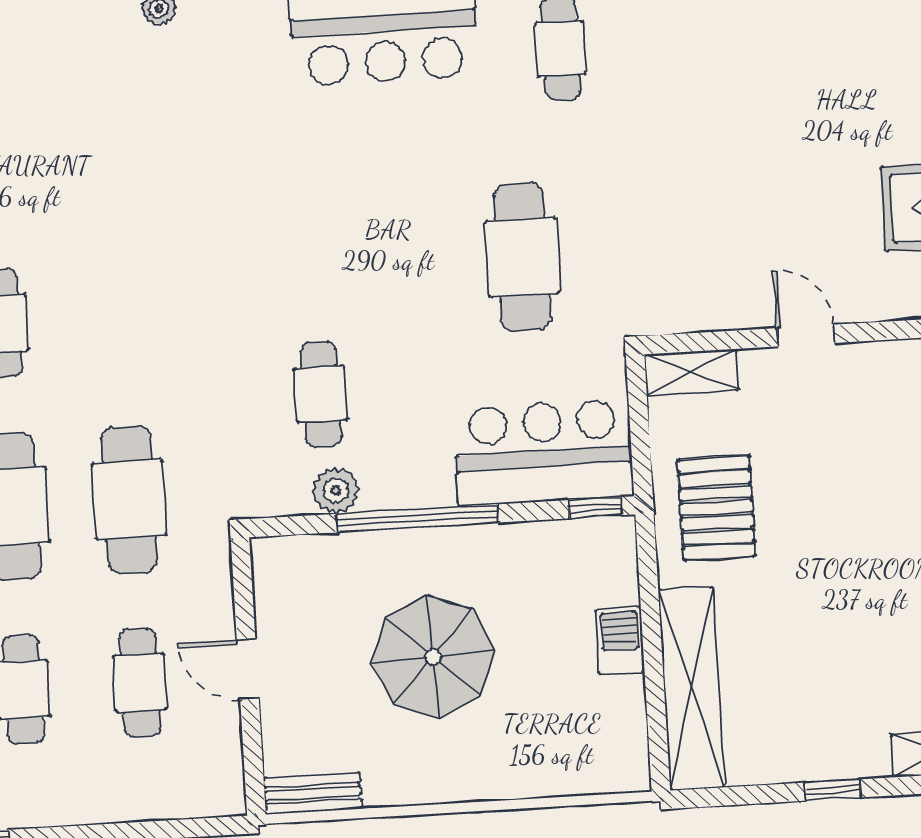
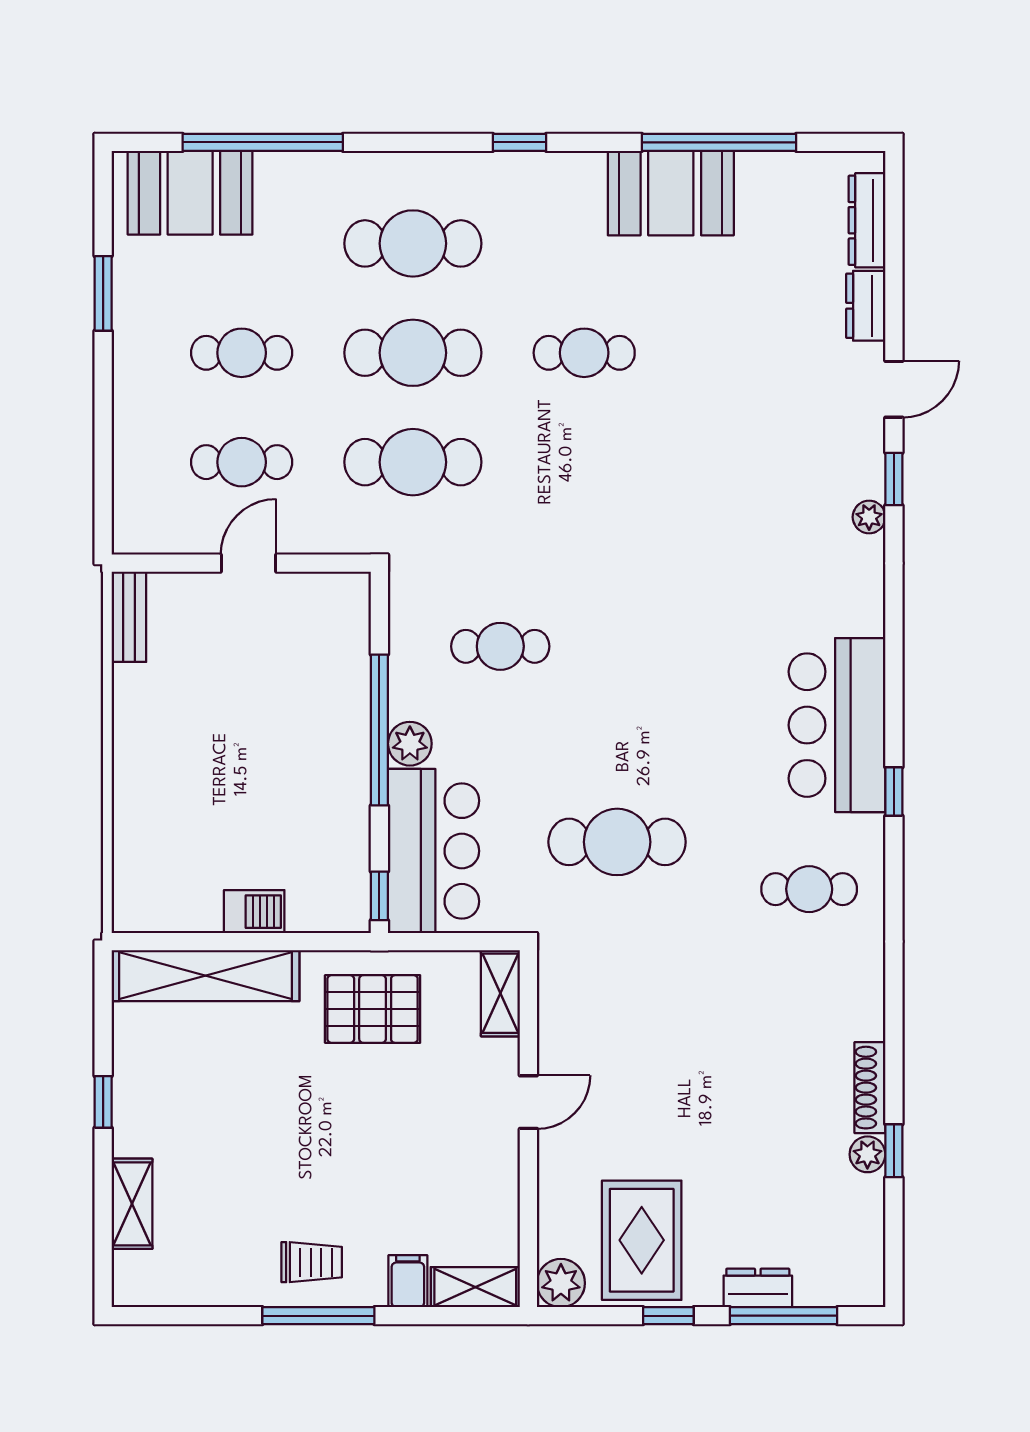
plant: (336, 490) -> (410, 744), moved
parasol: (433, 657) -> (249, 737), removed

